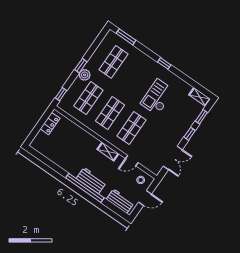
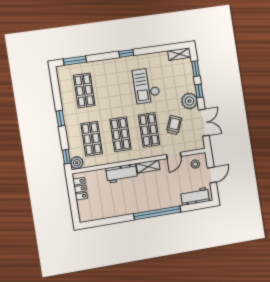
plant: (85, 75) -> (77, 163), moved
plant: (177, 134) -> (189, 101), added
trolley: (151, 141) -> (174, 125), added
workbench: (91, 181) -> (122, 173), moved, turned 180

